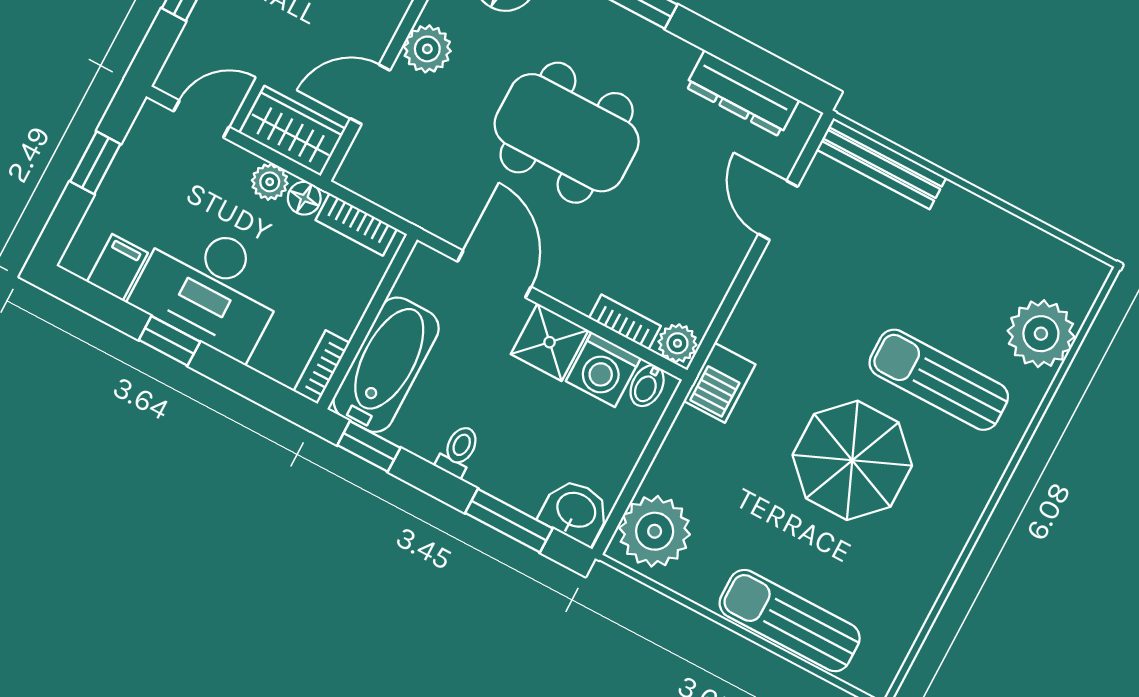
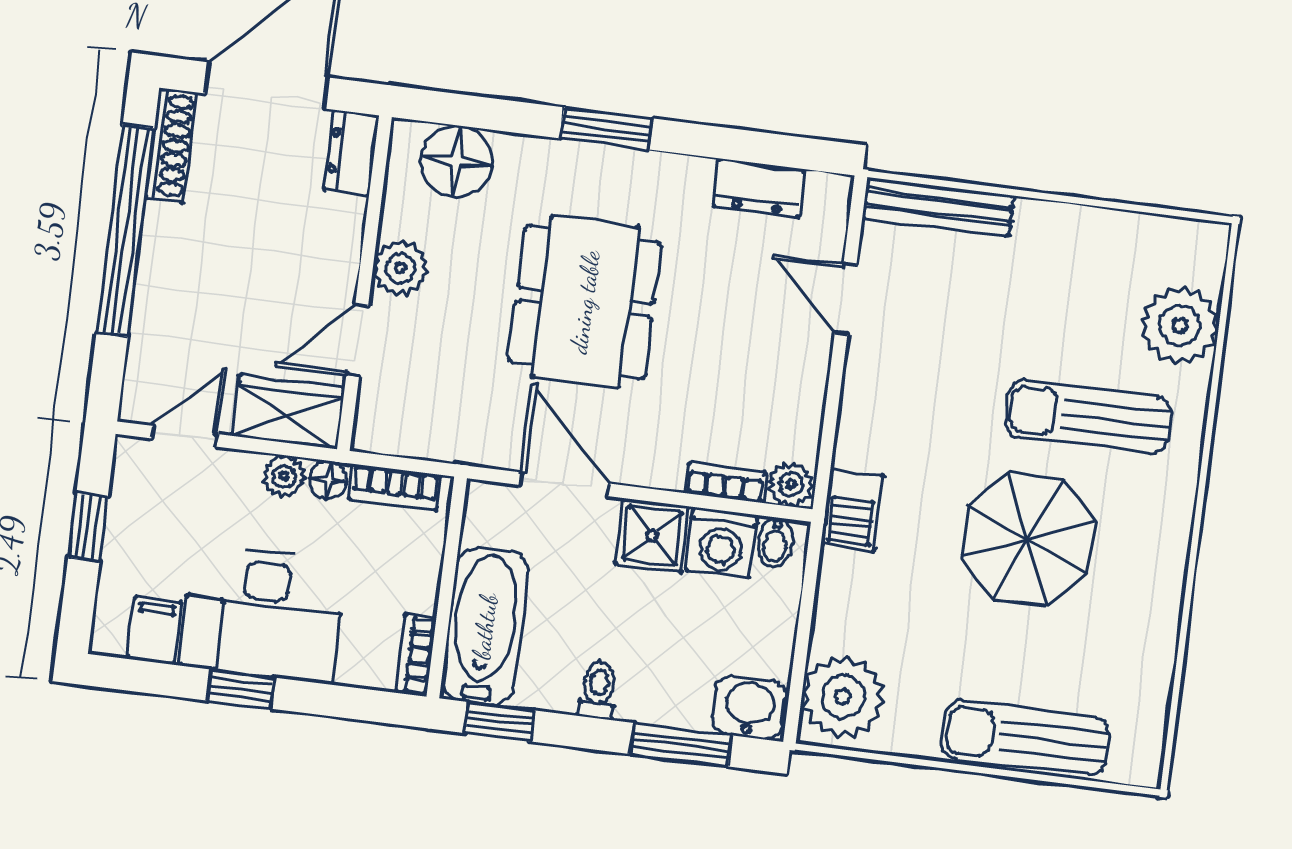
dresser: (742, 93) -> (759, 188), width x0.70
dining table: (567, 133) -> (585, 302), turned 90

